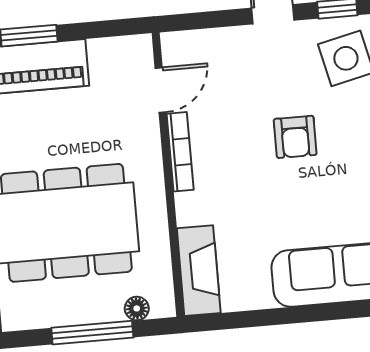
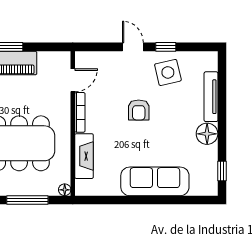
fireplace: (199, 271) -> (84, 156), moved
floor lamp: (137, 308) -> (65, 190), moved

